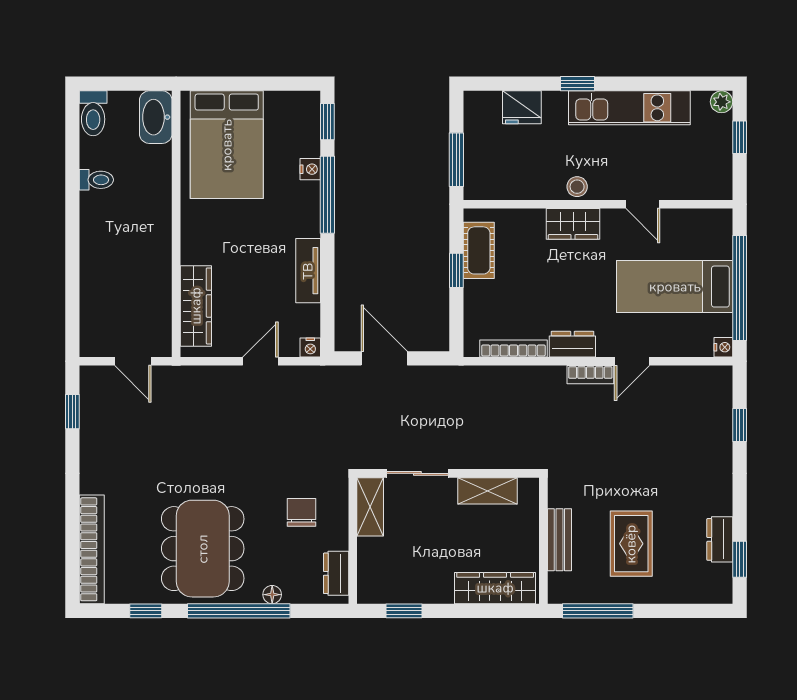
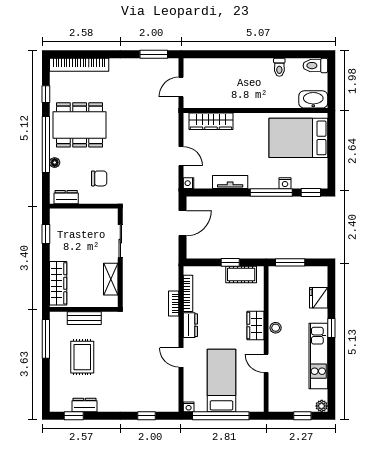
door: (643, 204) -> (266, 363), hinge flipped
bookcase: (590, 375) -> (174, 303), moved
window: (72, 412) -> (154, 54), width x1.50
shelving: (370, 507) -> (102, 216), removed
rug: (631, 544) -> (82, 357), turned 90

